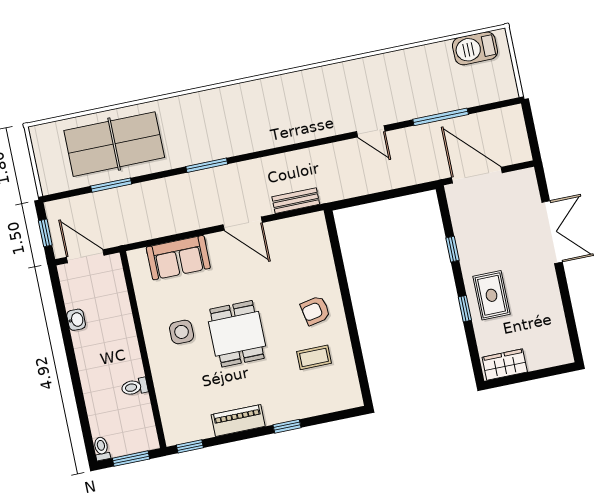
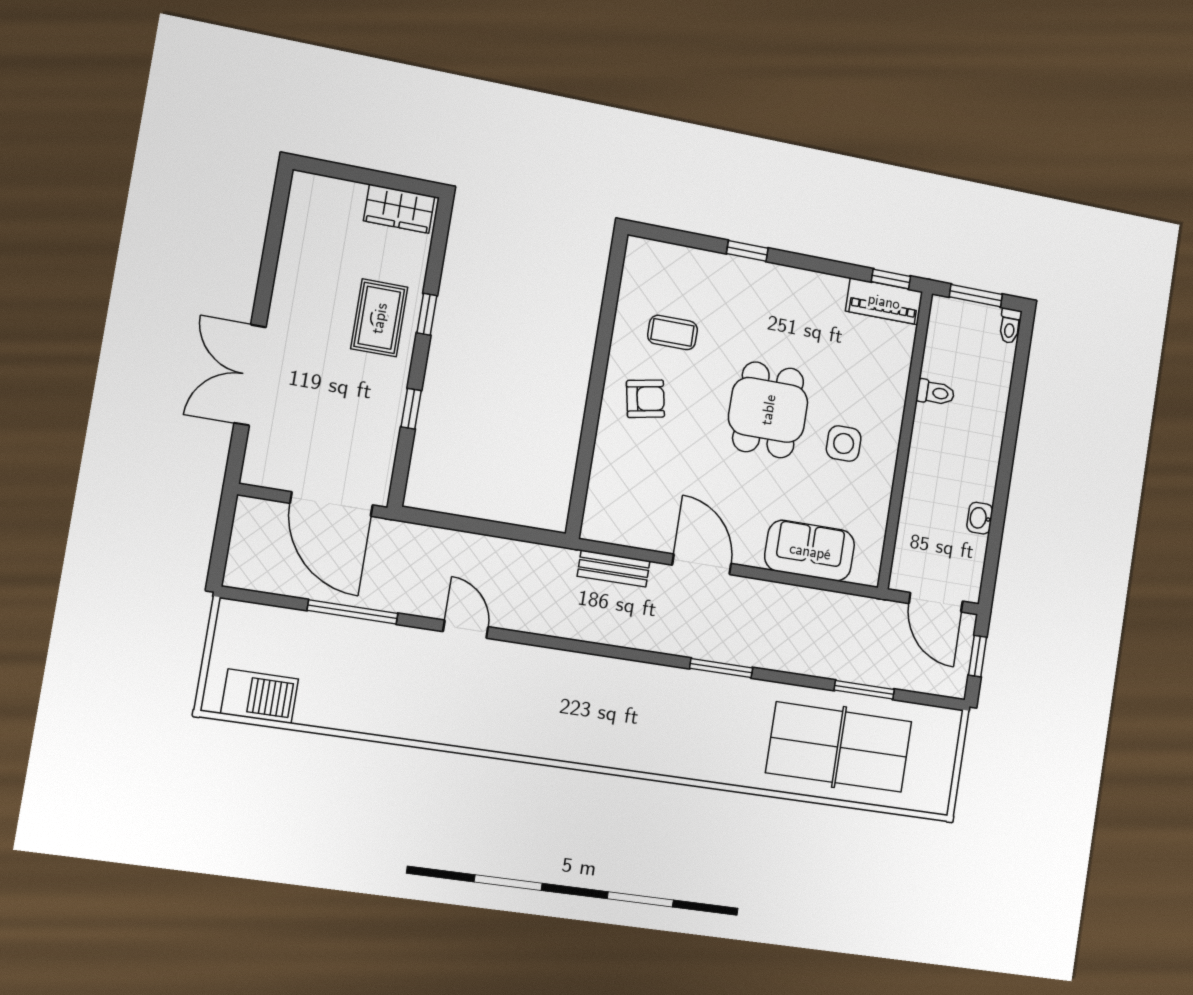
piano: (238, 420) -> (884, 301), moved

